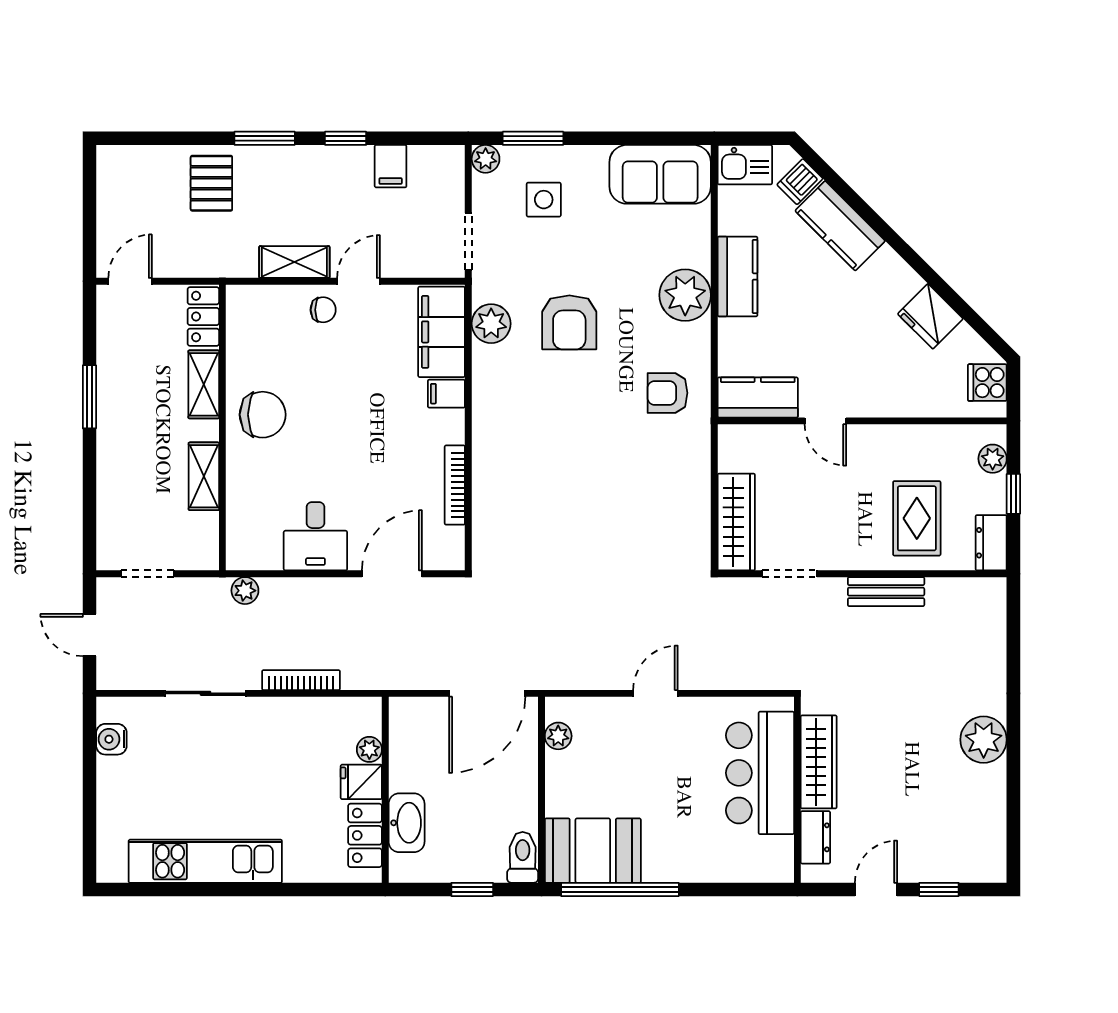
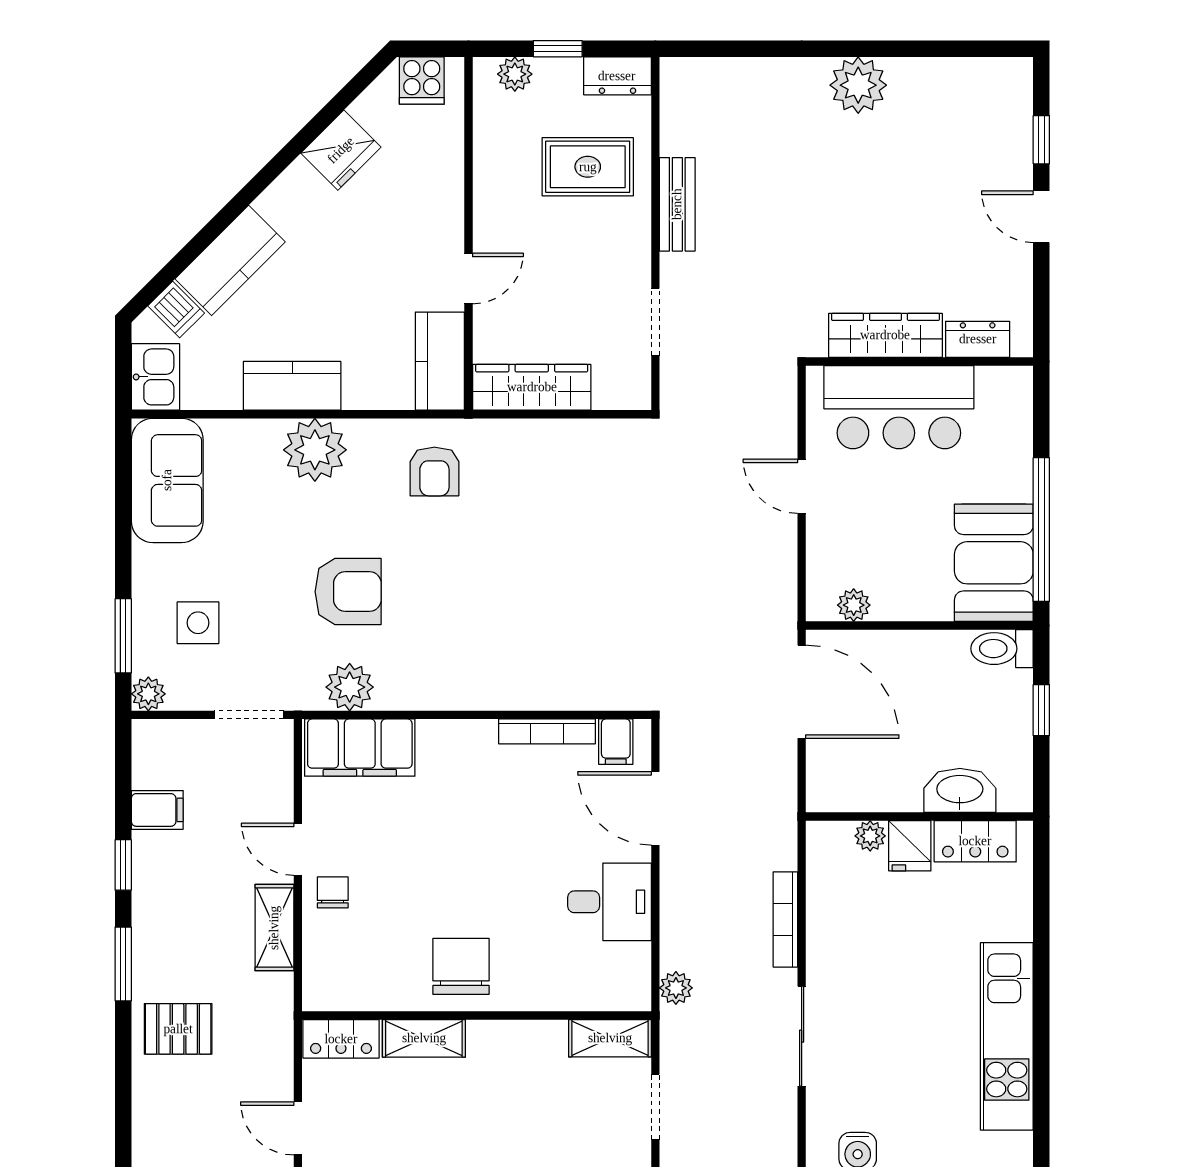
filing cabinet: (446, 394) -> (616, 742), moved
shelving: (204, 476) -> (610, 1038), moved
wardrobe: (736, 522) -> (532, 387), moved
wardrobe: (819, 762) -> (885, 335), moved
bar counter: (760, 773) -> (899, 407), moved
wall: (797, 790) -> (919, 361), moved
dresser: (815, 837) -> (978, 339), moved

